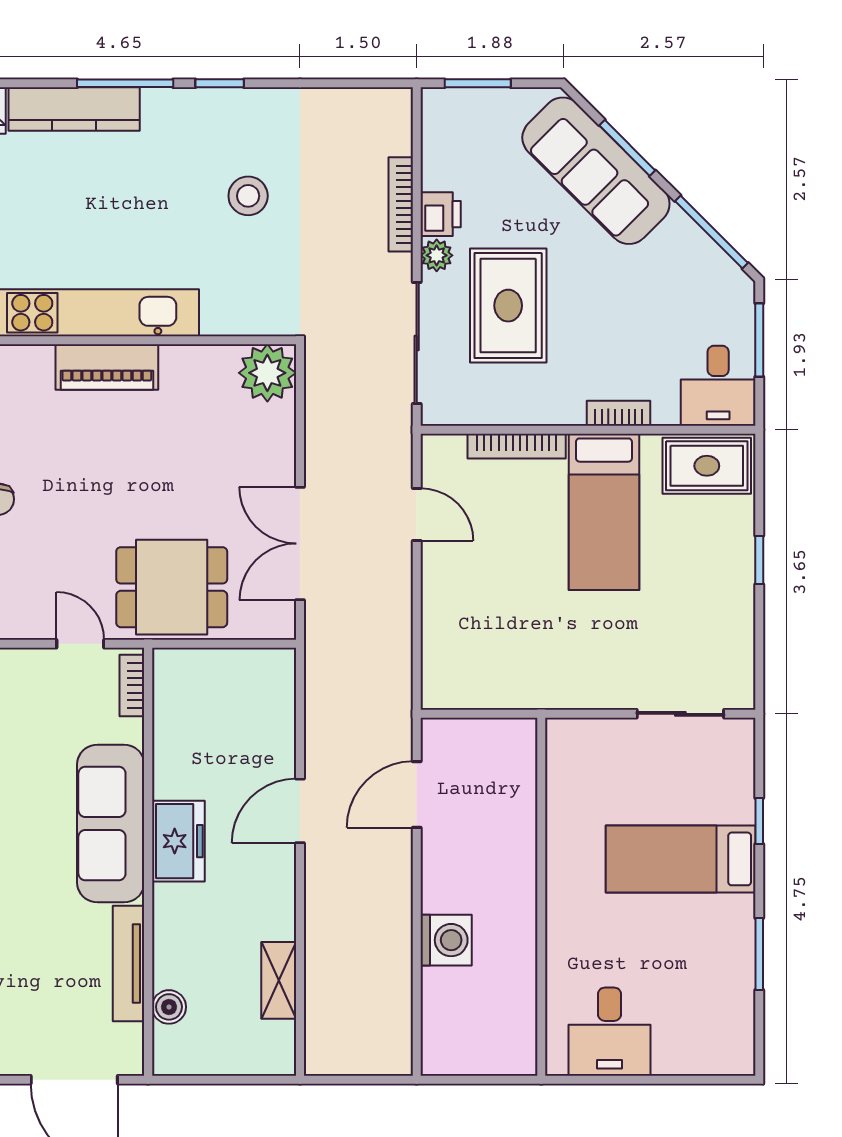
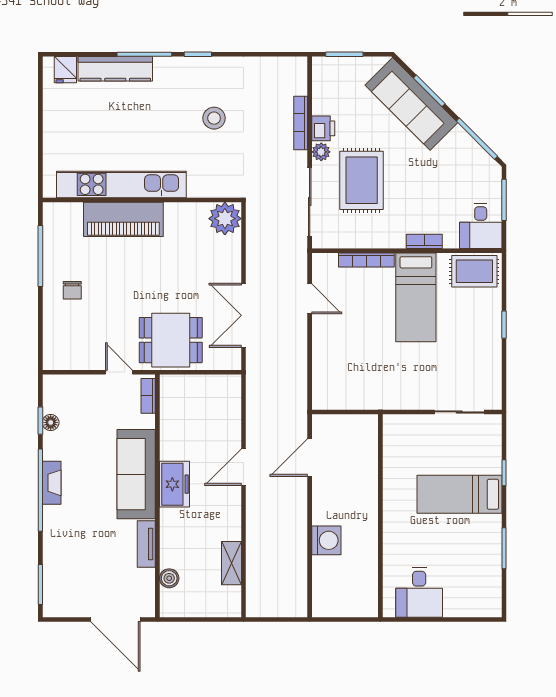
piano: (107, 367) -> (123, 219), width x1.37, depth x1.33
tv unit: (129, 964) -> (146, 544), width x0.71

